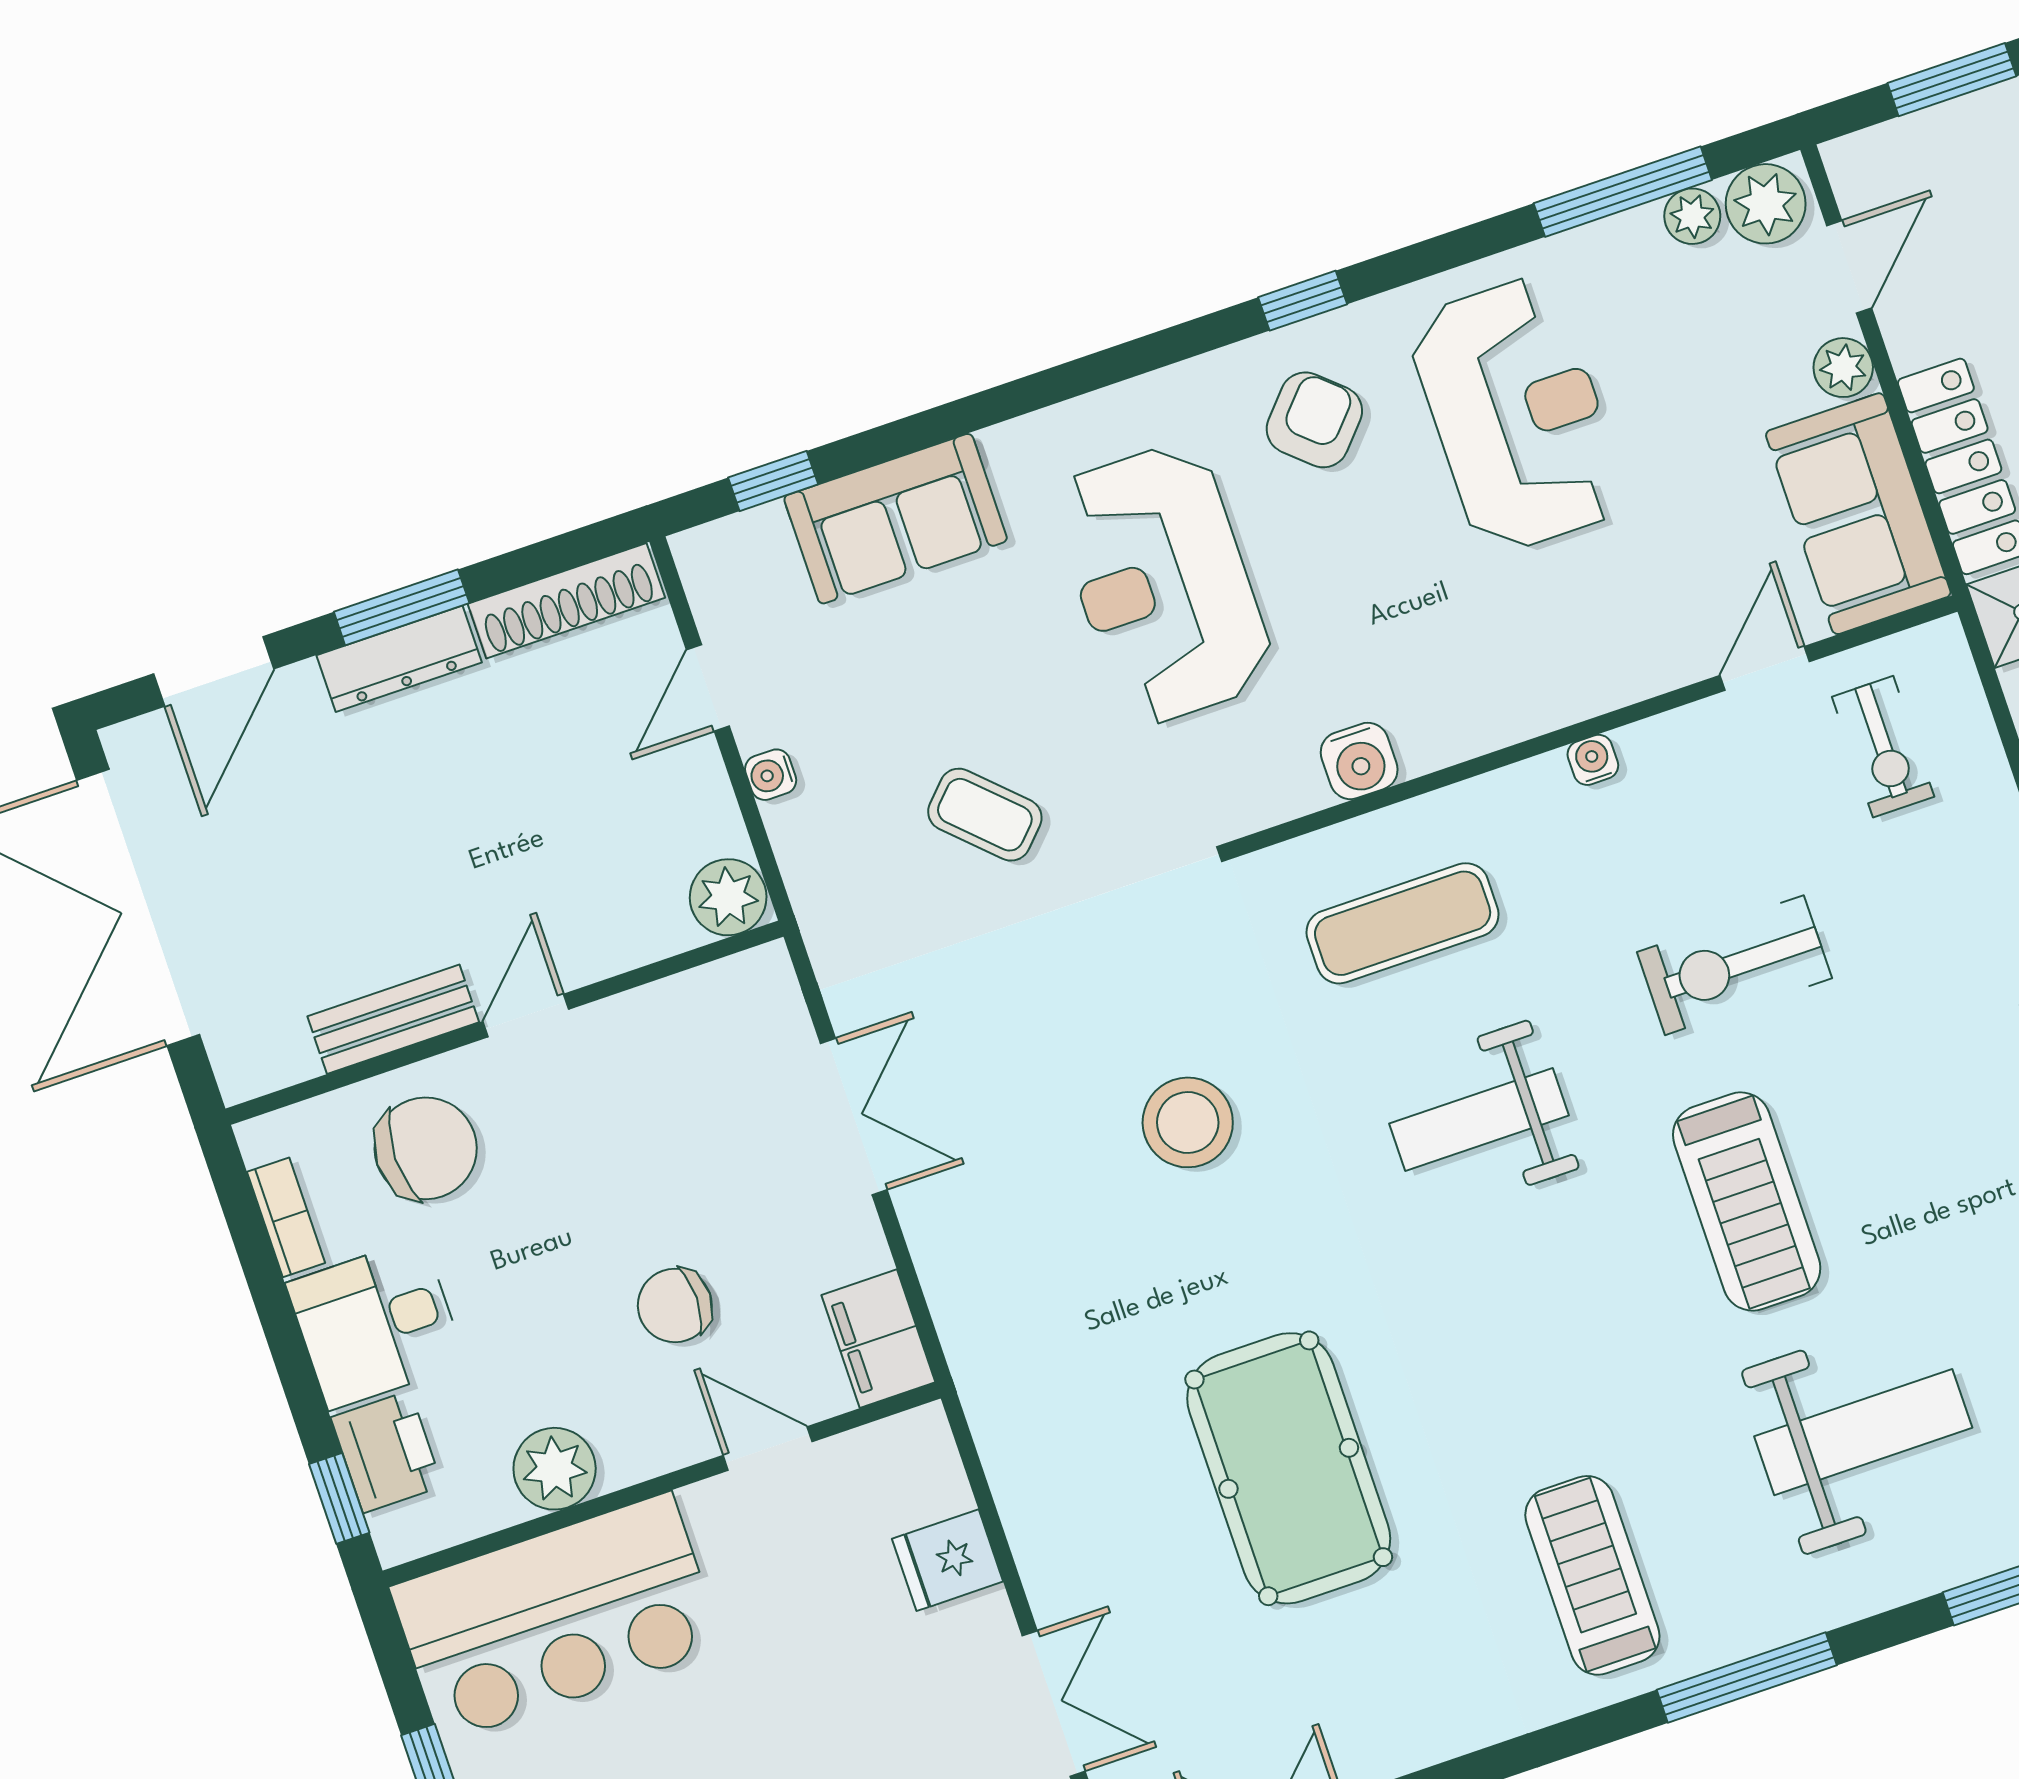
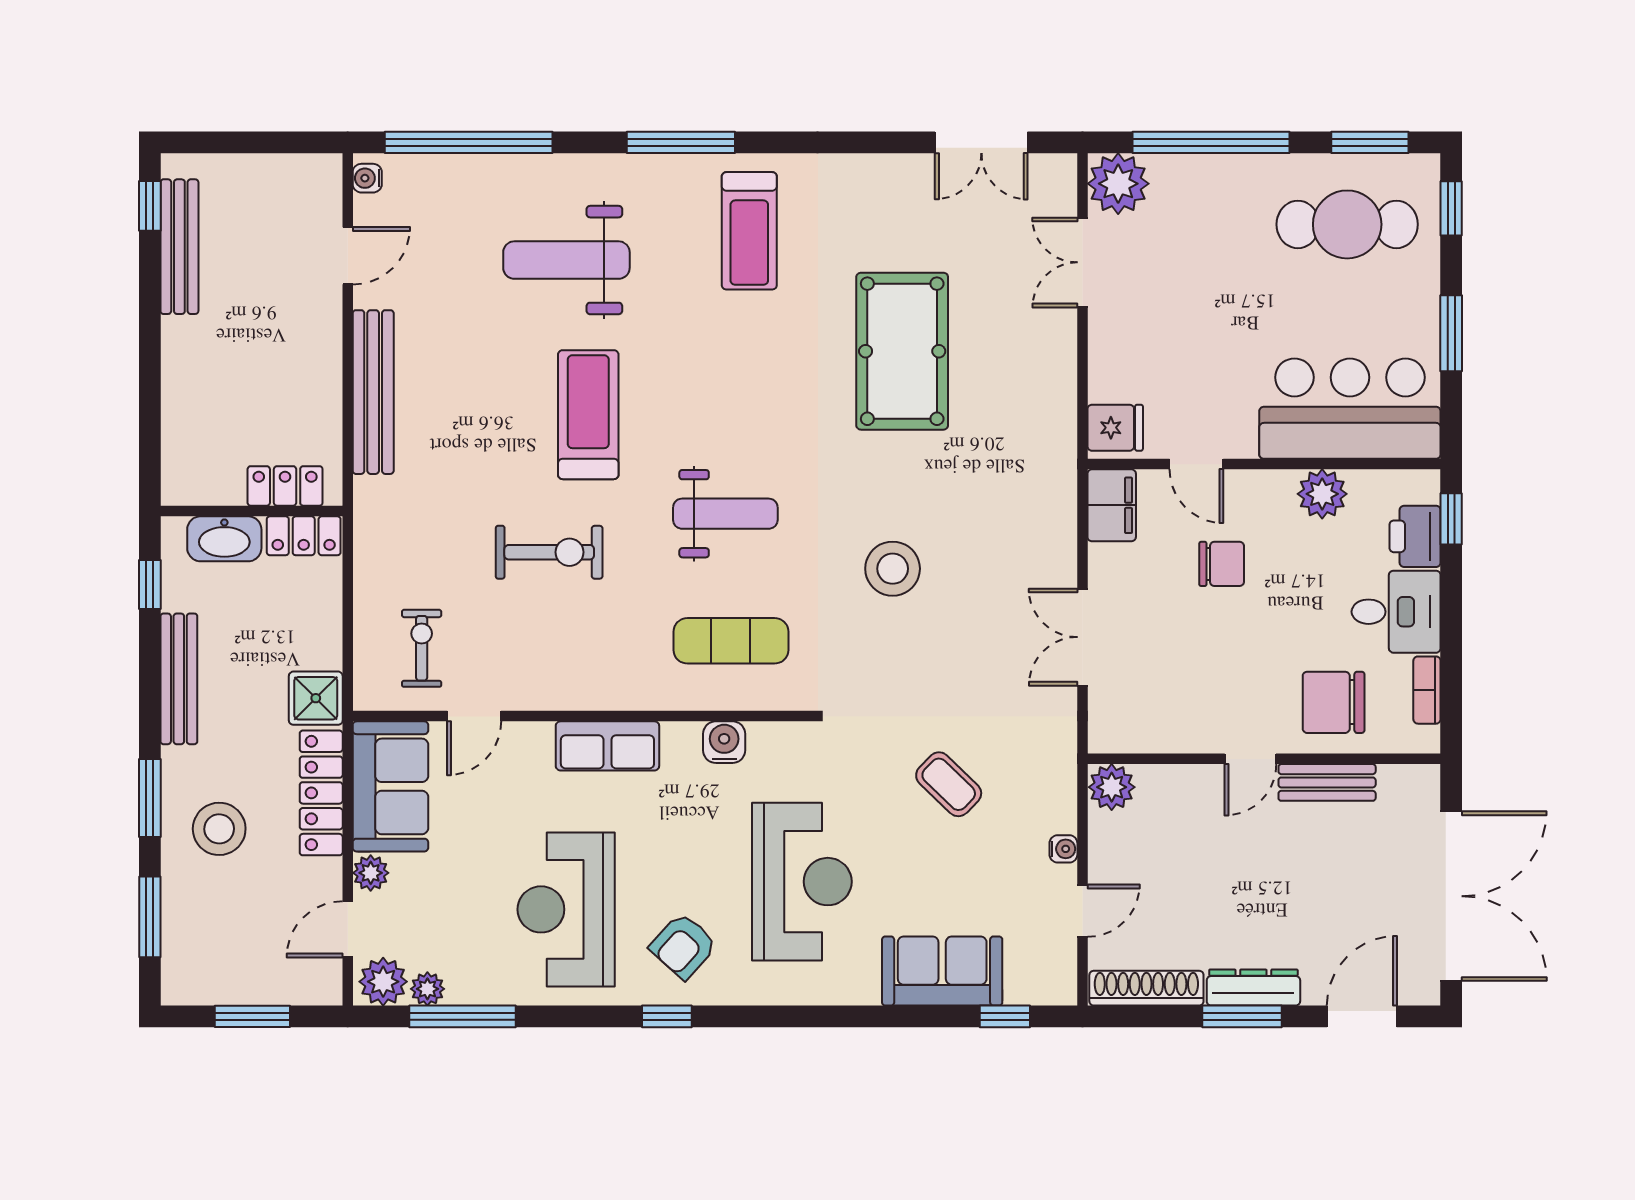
row of seats: (1540, 693) -> (607, 746), added
water cooler: (1593, 760) -> (590, 697), removed
fridge: (948, 1560) -> (1115, 428), moved

